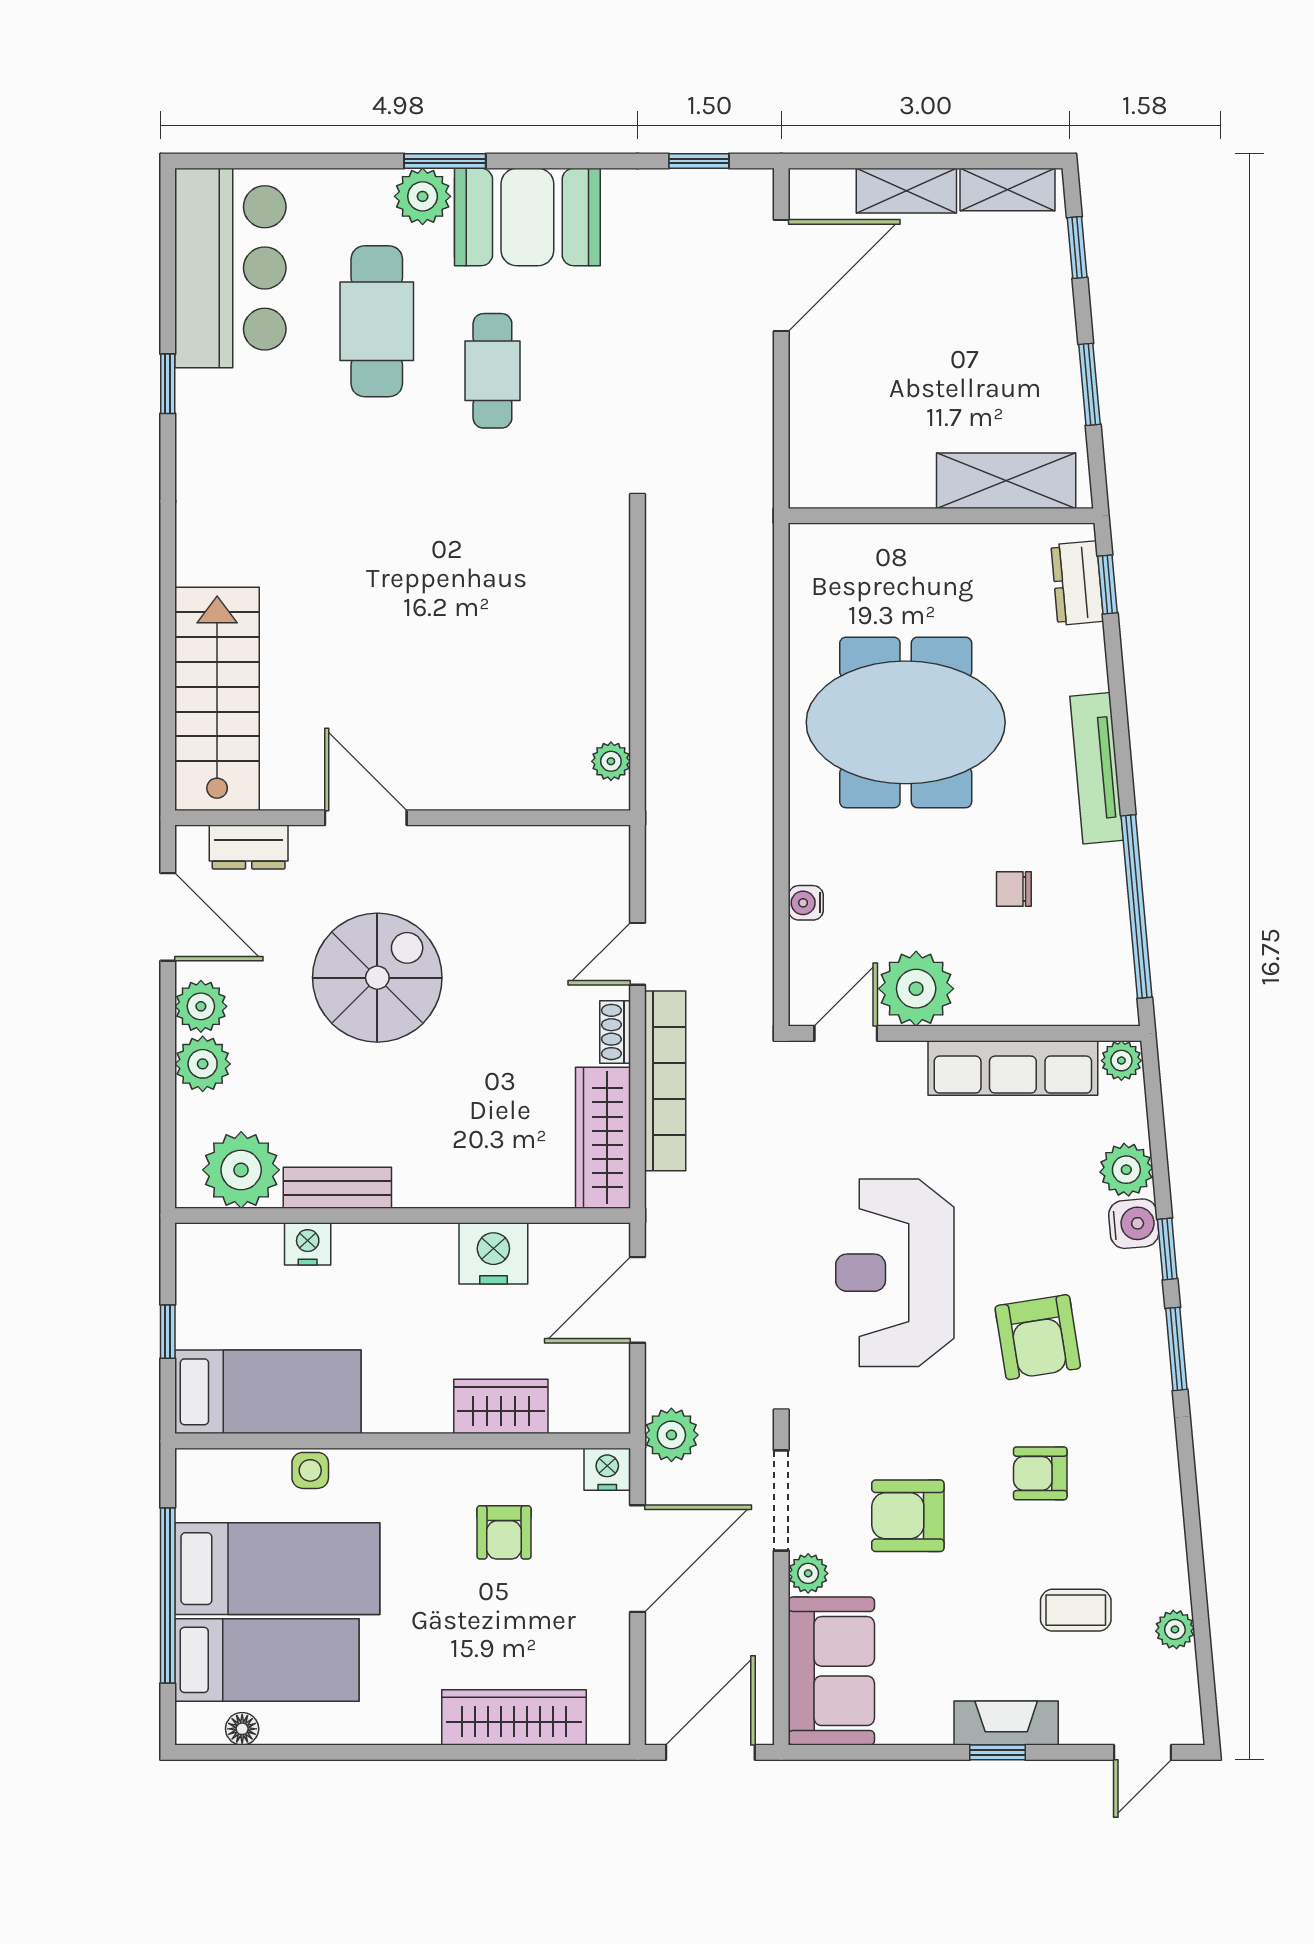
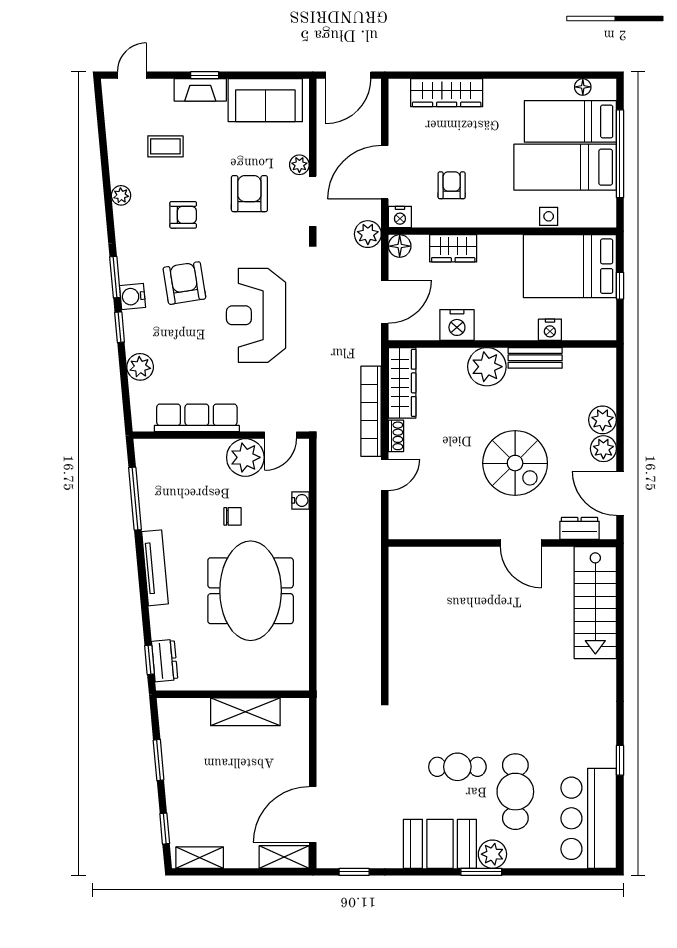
shelving: (906, 191) -> (284, 857), moved
cafe table: (492, 371) -> (457, 767), turned 90
shelving: (1006, 481) -> (245, 712), moved
meeting table: (906, 722) -> (251, 591), turned 90
plant: (611, 761) -> (398, 571), removed
chair: (1014, 889) -> (233, 516), moved
window: (1136, 907) -> (135, 499), width x0.68
spiral stairs: (377, 978) -> (515, 463), turned -90
plant: (1121, 1061) -> (143, 422), removed
plant: (241, 1170) -> (487, 367), moved
water cooler: (1134, 1224) -> (132, 296), moved
reception desk: (895, 1273) -> (256, 315), turned 180
bed: (268, 1392) -> (570, 266), width x1.50
floor lamp: (608, 1411) -> (400, 246), added
armchair: (908, 1516) -> (249, 194), turned -90
plant: (1175, 1629) -> (121, 195), moved
sofa: (831, 1671) -> (265, 100), moved, turned -90

